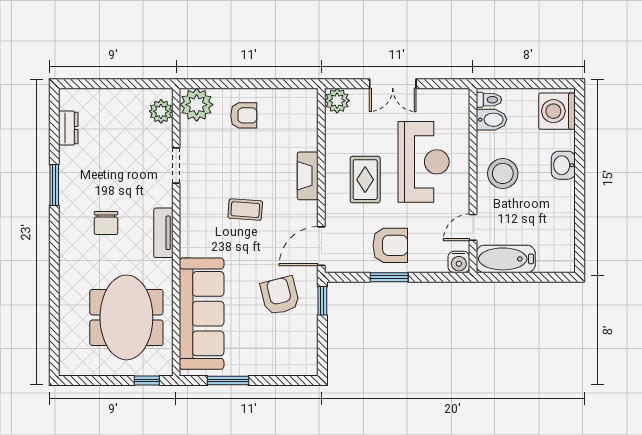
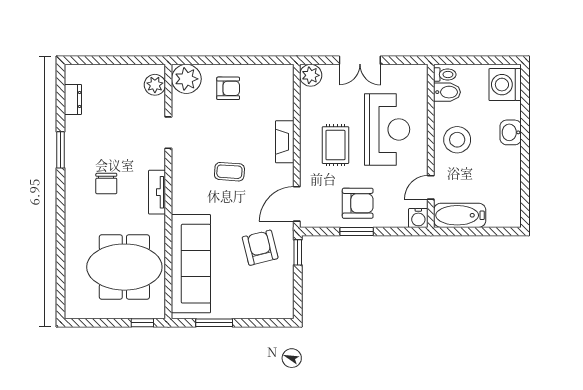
meeting table: (126, 317) -> (124, 267), turned 90

